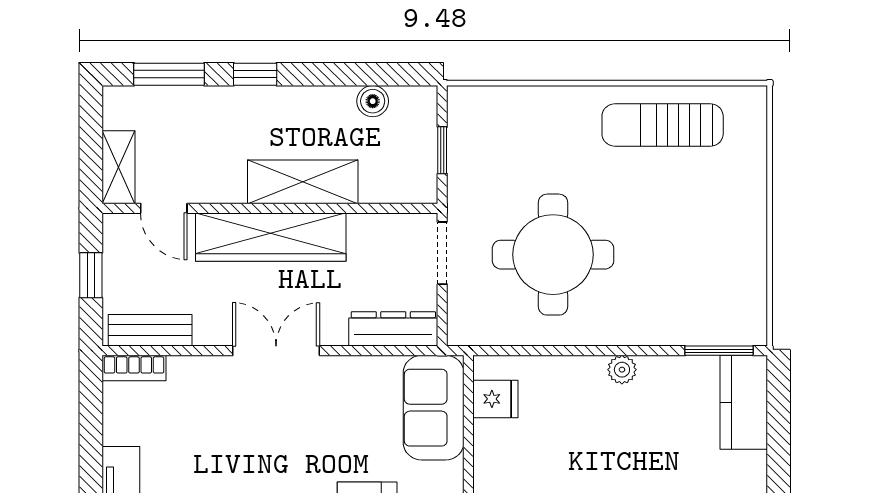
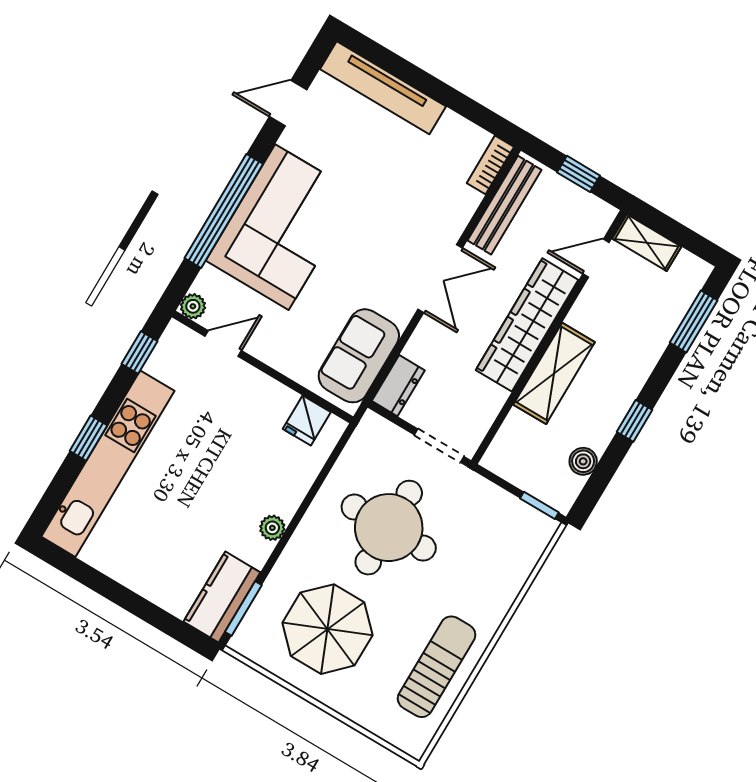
window: (255, 74) -> (634, 421), moved
window: (442, 150) -> (539, 505), moved
parasol: (690, 255) -> (327, 629), added
dresser: (393, 329) -> (398, 386), width x0.70
bench: (150, 330) -> (504, 205), width x1.36
kitchen counter: (744, 402) -> (222, 597), moved, turned -90
sofa: (434, 408) -> (359, 356), moved, turned -90

